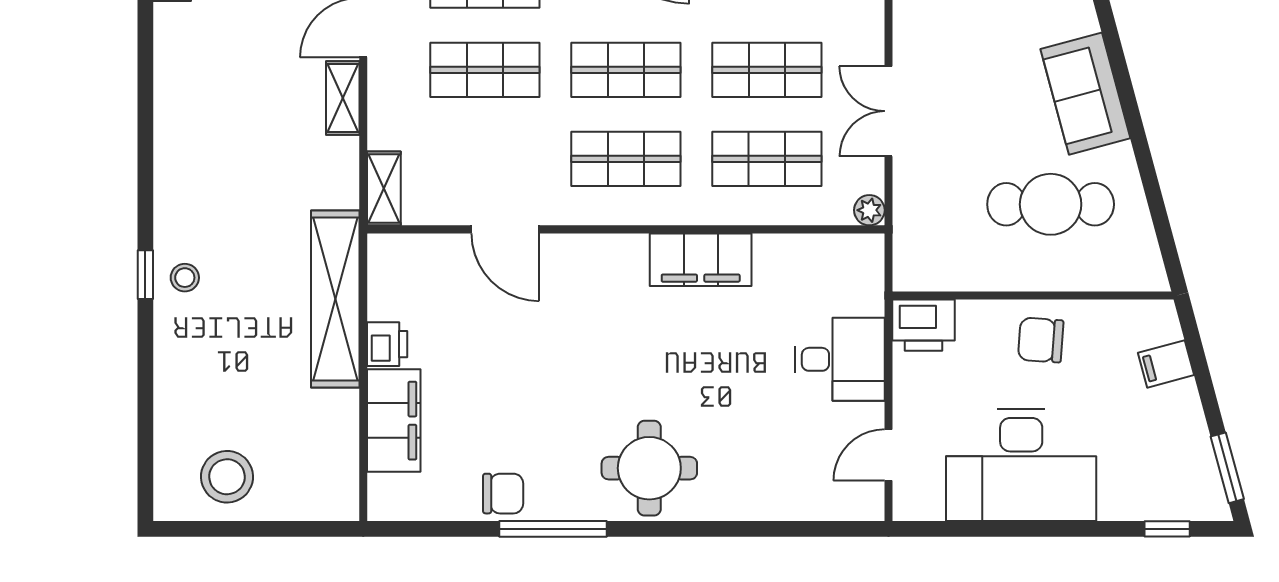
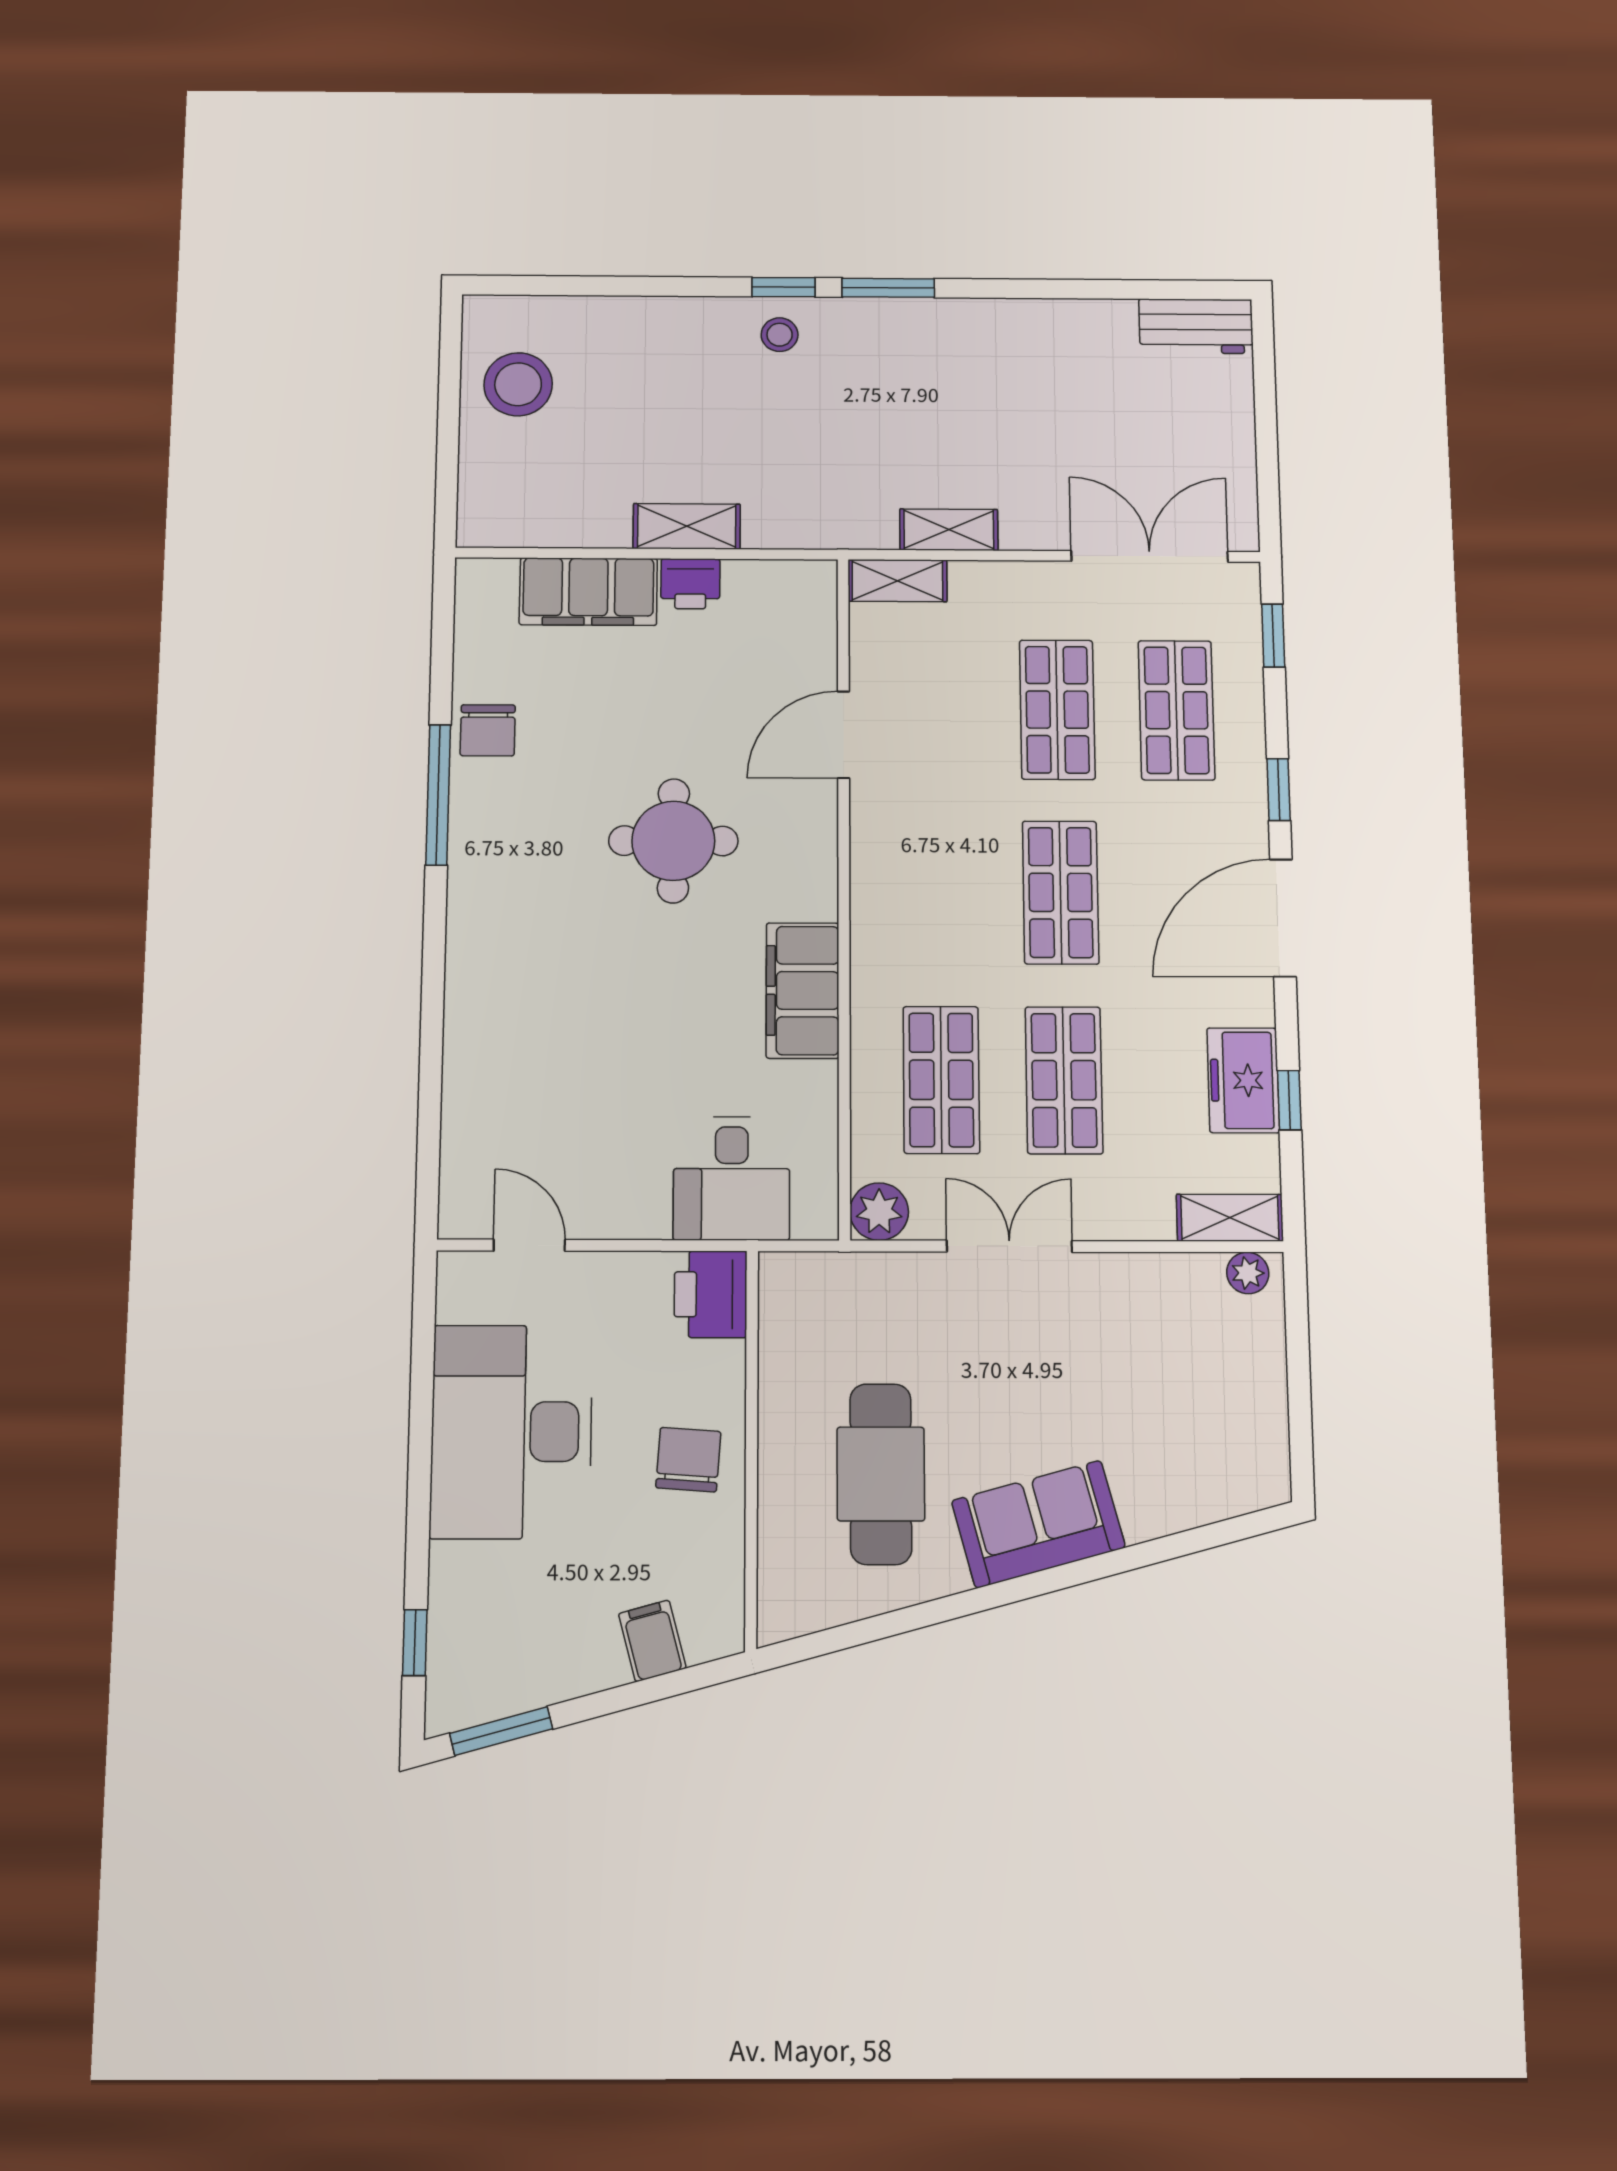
shelving: (343, 98) -> (949, 530), moved
shop shelf: (626, 159) -> (940, 892), removed
window: (145, 194) -> (888, 288), added
plant: (869, 210) -> (879, 1212), width x1.38, depth x1.38
shelving: (335, 299) -> (687, 526), width x0.45, depth x0.75
desk: (840, 359) -> (732, 1178), moved
round table: (649, 468) -> (673, 841), moved

